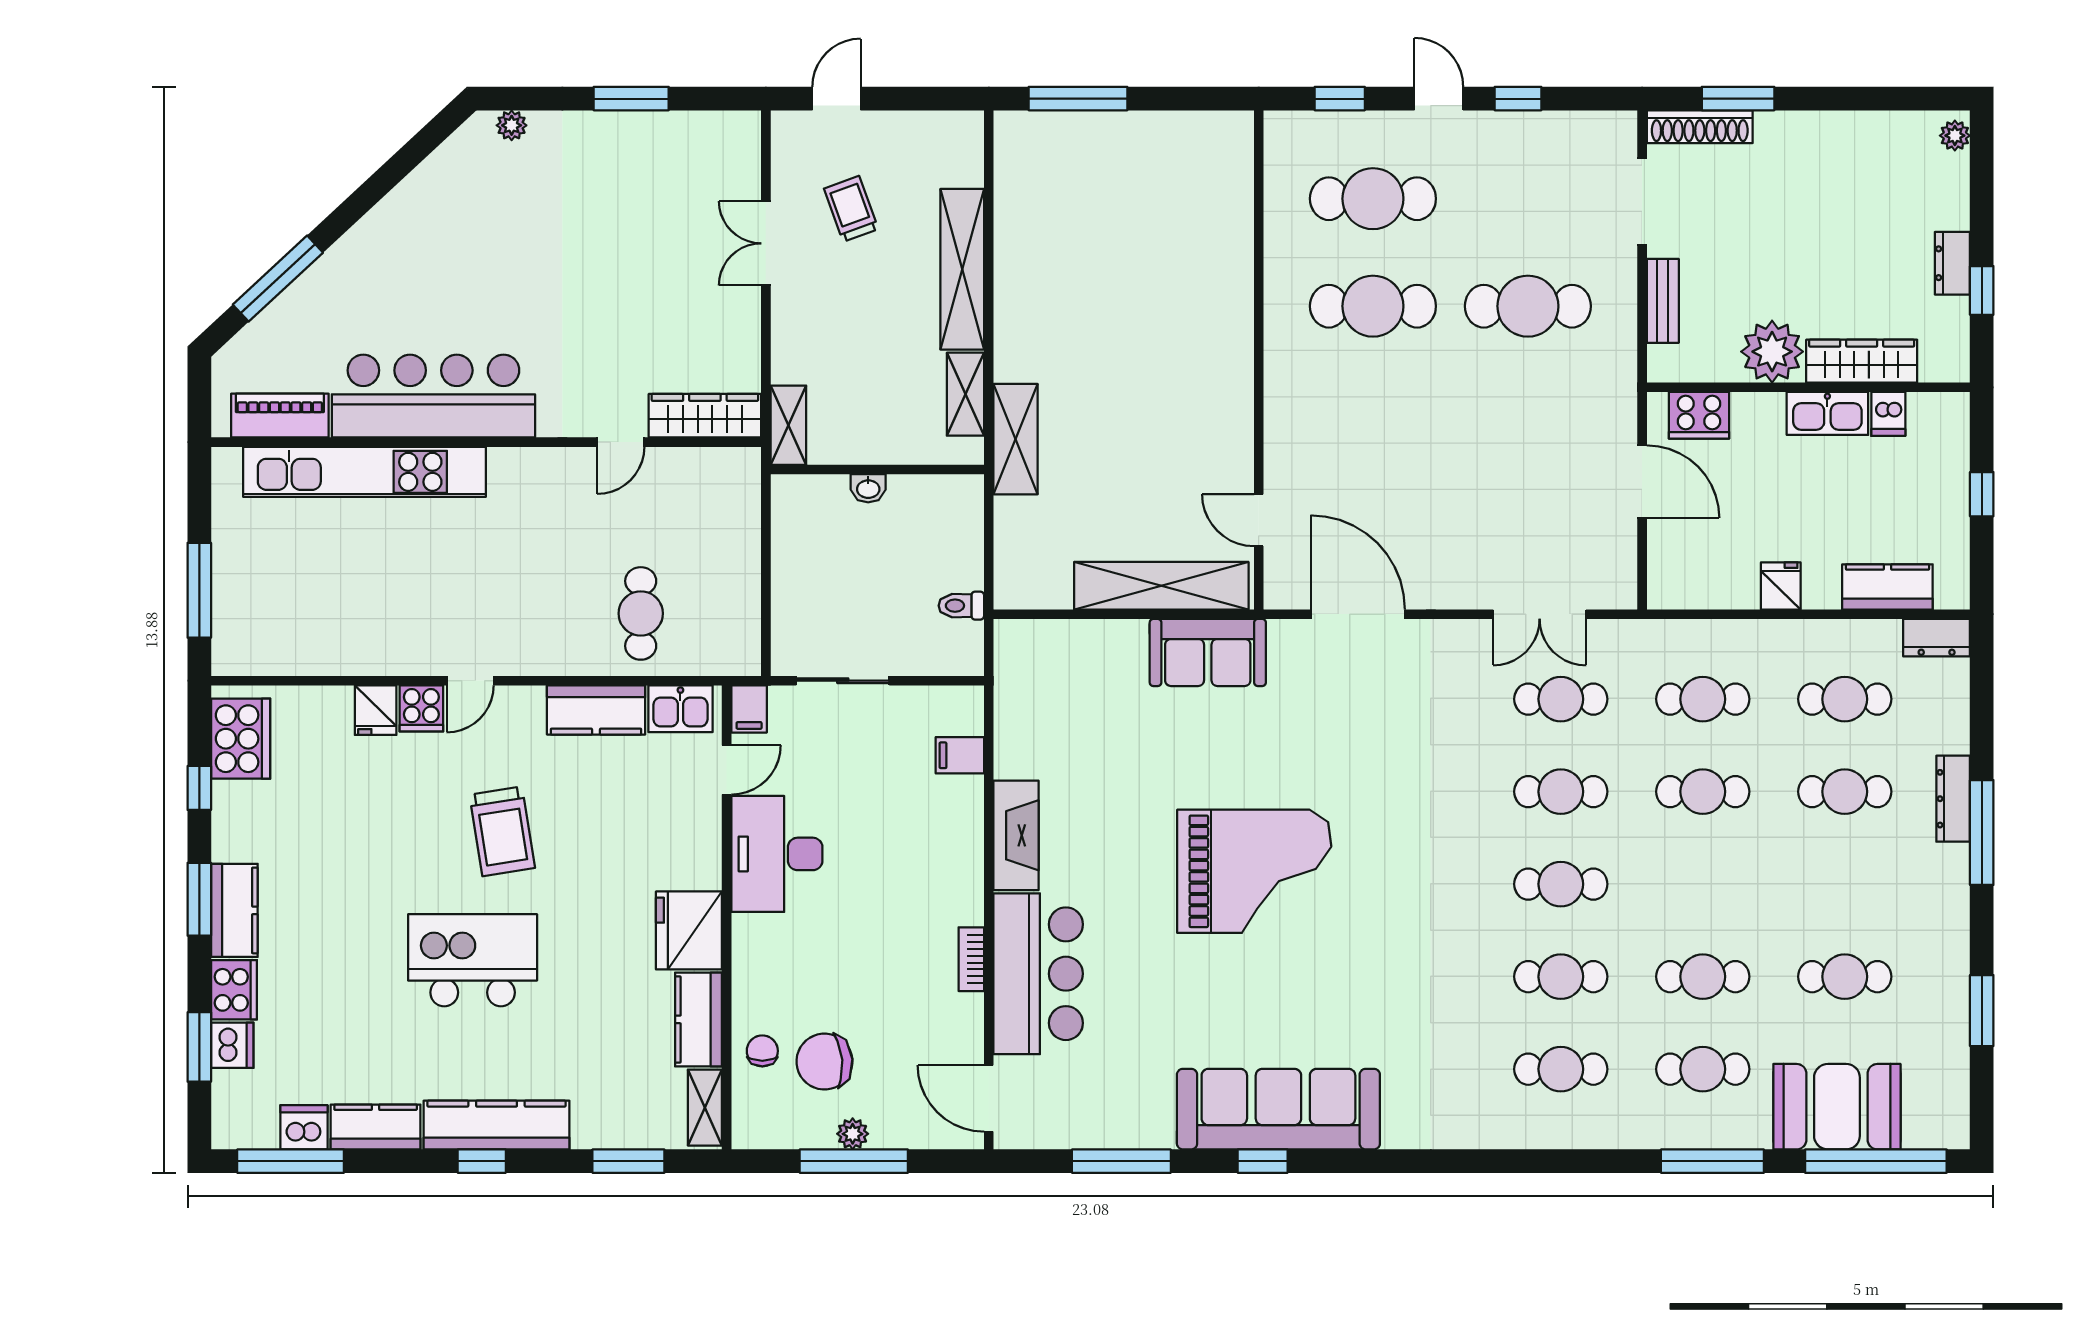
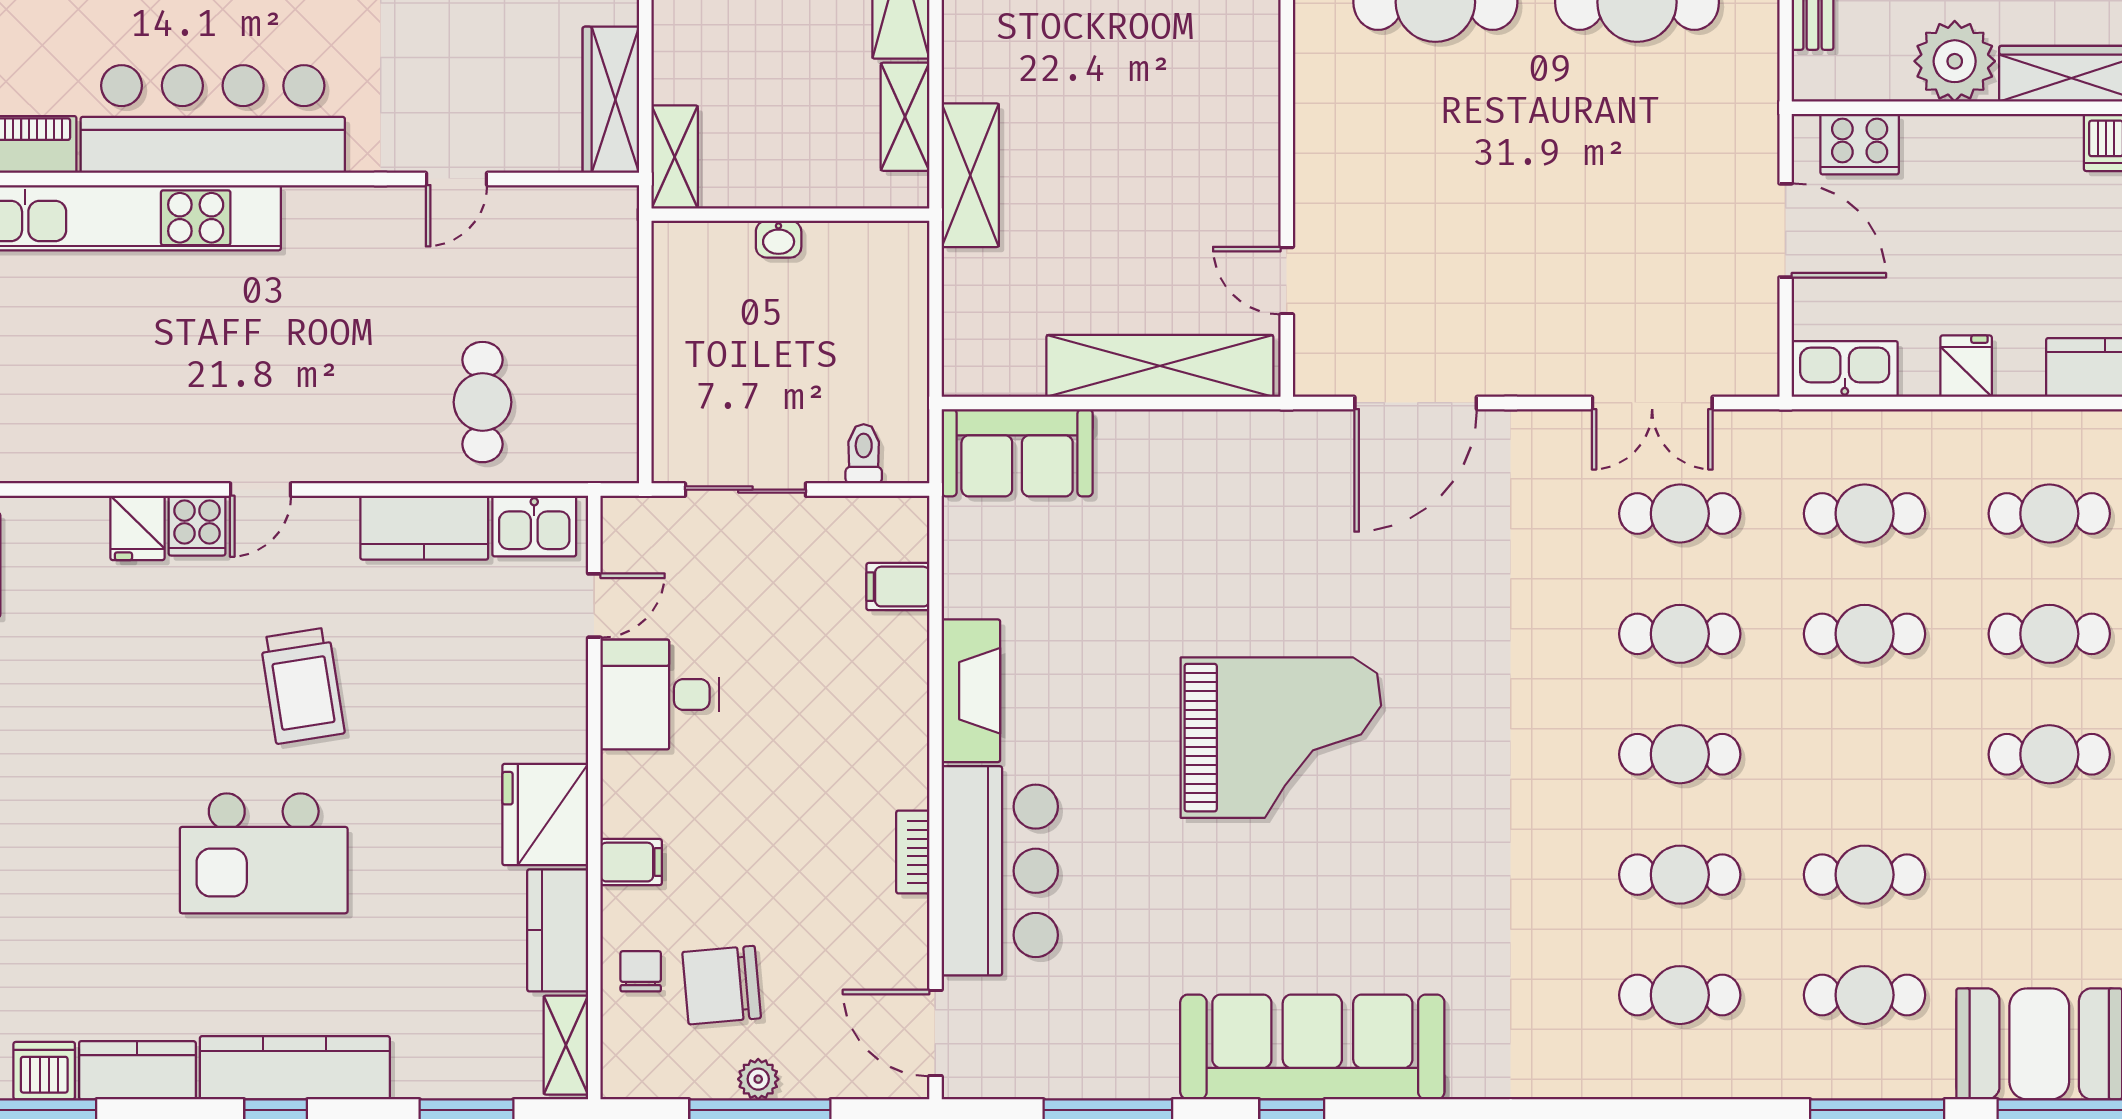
kitchen sink: (1827, 413) -> (1845, 369), moved, turned 180
wardrobe: (705, 416) -> (611, 100), moved, turned -90
toilet: (961, 606) -> (864, 454), moved, turned 90
door: (1358, 614) -> (1416, 403), swing flipped
sofa: (1208, 652) -> (1017, 453), moved
filing cabinet: (749, 709) -> (631, 862), moved, turned -90
desk: (777, 854) -> (660, 694), width x0.73
kitchen island: (473, 960) -> (264, 853), turned 180
cafe table: (1845, 977) -> (2049, 754), moved

